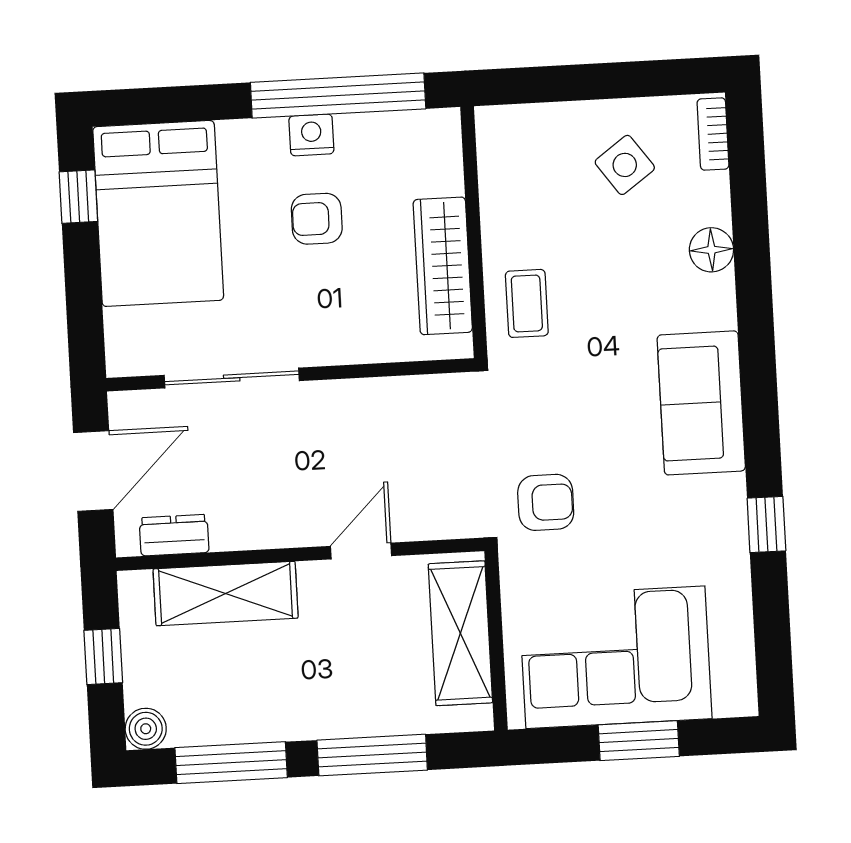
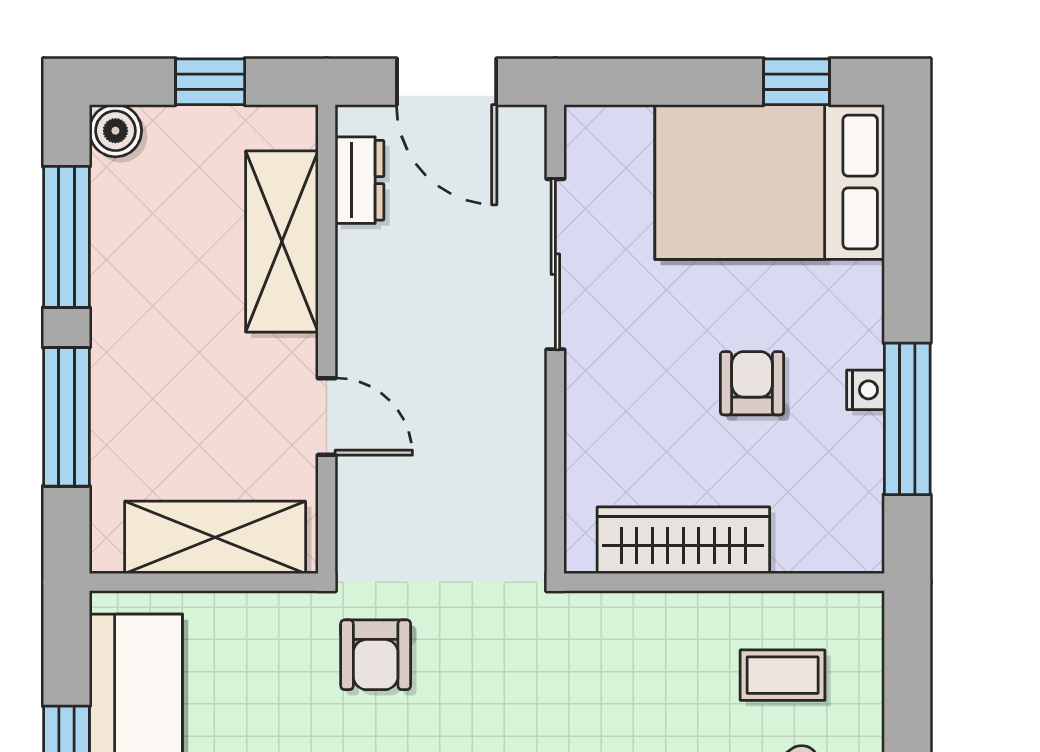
window: (338, 96) -> (907, 419), width x0.68
nightstand: (311, 135) -> (865, 390), width x0.72, depth x0.74
coffee table: (527, 303) -> (783, 675), moved

